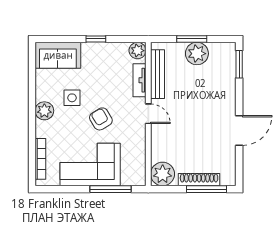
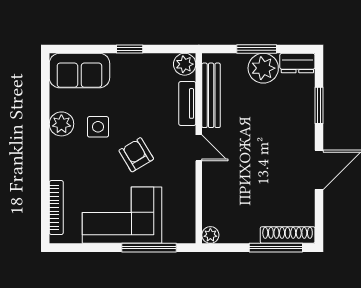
dresser: (223, 50) -> (297, 63), added
window: (239, 64) -> (319, 105), moved
plant: (44, 111) -> (61, 124), moved
plant: (163, 174) -> (210, 235), width x0.53, depth x0.53
shoe rack: (199, 180) -> (288, 235), moved

